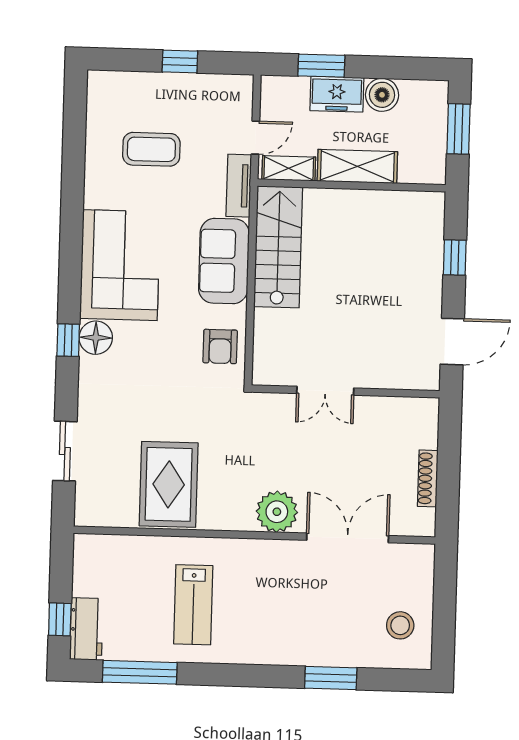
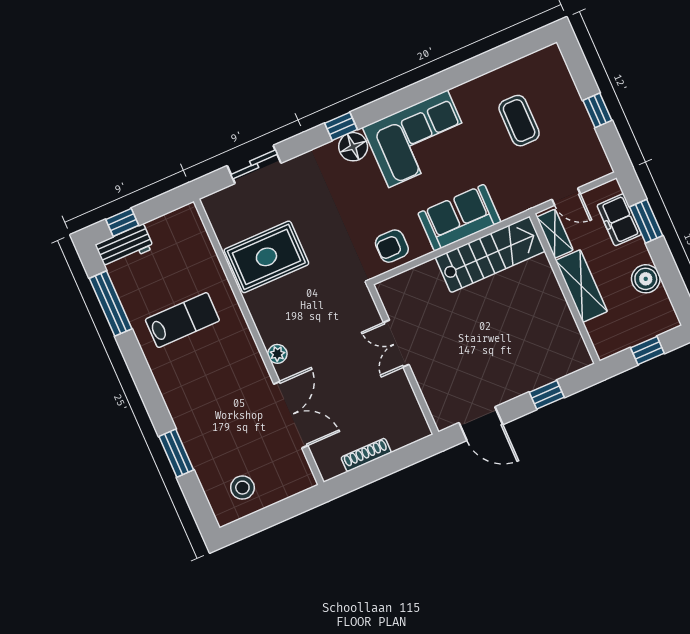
freezer: (337, 94) -> (619, 220), moved
window: (459, 129) -> (647, 351), width x0.67
tv unit: (239, 186) -> (523, 201), removed
plant: (277, 512) -> (277, 354), width x0.53, depth x0.53
lab bench: (193, 605) -> (182, 320), turned 180

